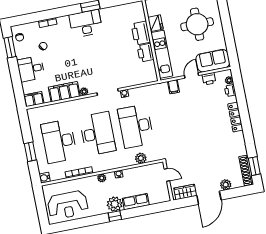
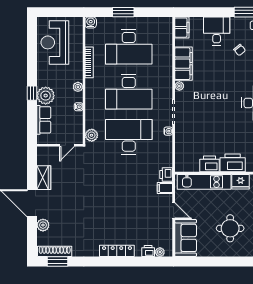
round table: (197, 24) -> (230, 228), width x0.73, depth x0.73
printer: (209, 79) -> (166, 175), moved
desk: (59, 141) -> (129, 47), turned 180
door: (167, 175) -> (67, 145), moved
wall: (168, 181) -> (60, 145), moved

